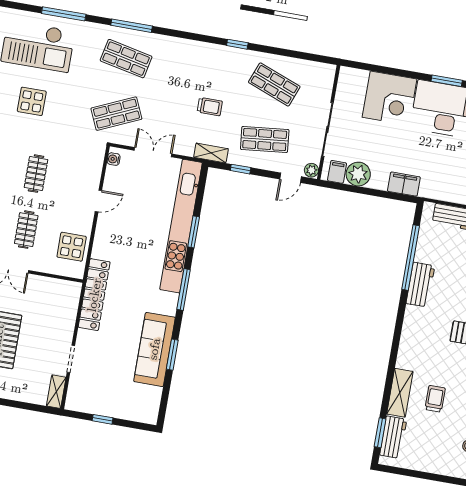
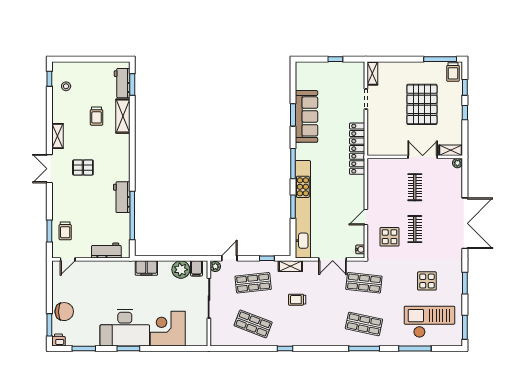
shop shelf: (116, 114) -> (364, 283), turned 30
display table: (72, 247) -> (390, 237), moved

